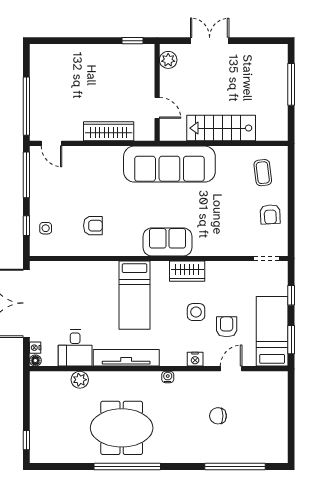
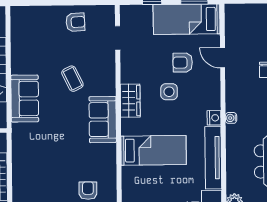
sofa: (169, 164) -> (25, 98), width x0.54, depth x0.79
coffee table: (263, 173) -> (72, 79), moved, turned 71
doorway: (266, 259) -> (118, 38), moved
nightstand: (195, 359) -> (214, 118), moved

